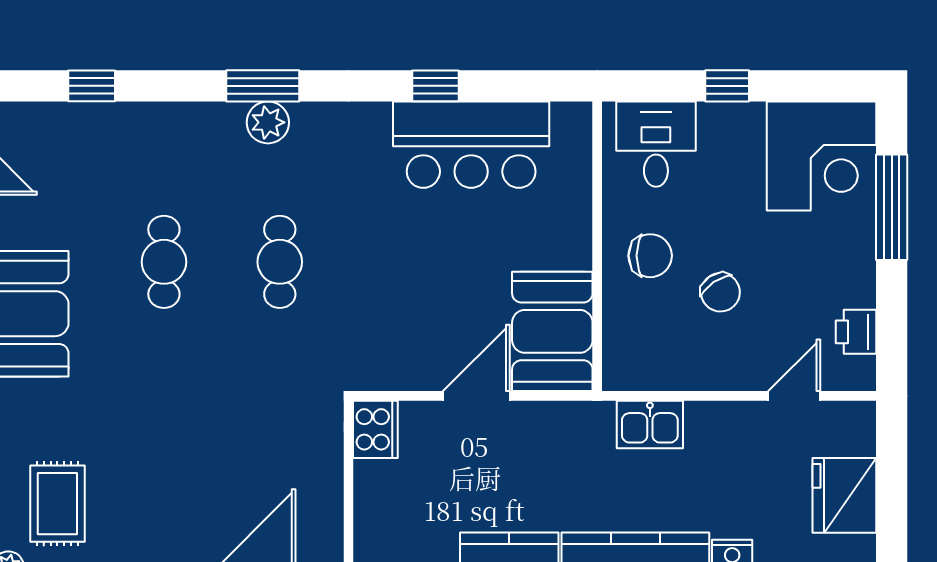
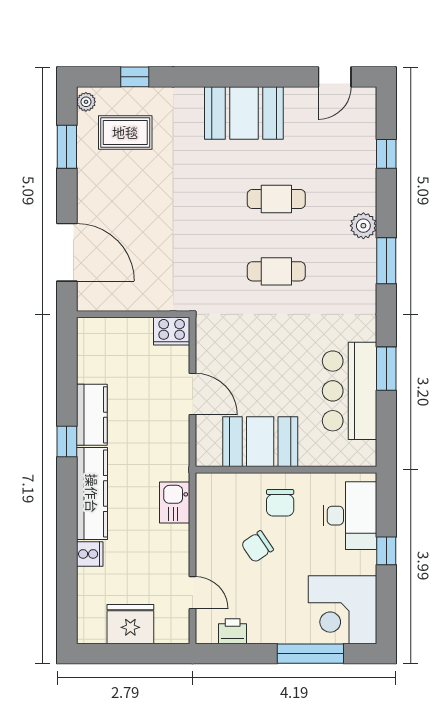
window: (435, 86) -> (386, 369), width x1.50
plant: (268, 122) -> (363, 226), moved
desk: (656, 144) -> (350, 516), width x1.37
booth: (552, 331) -> (260, 442), moved

